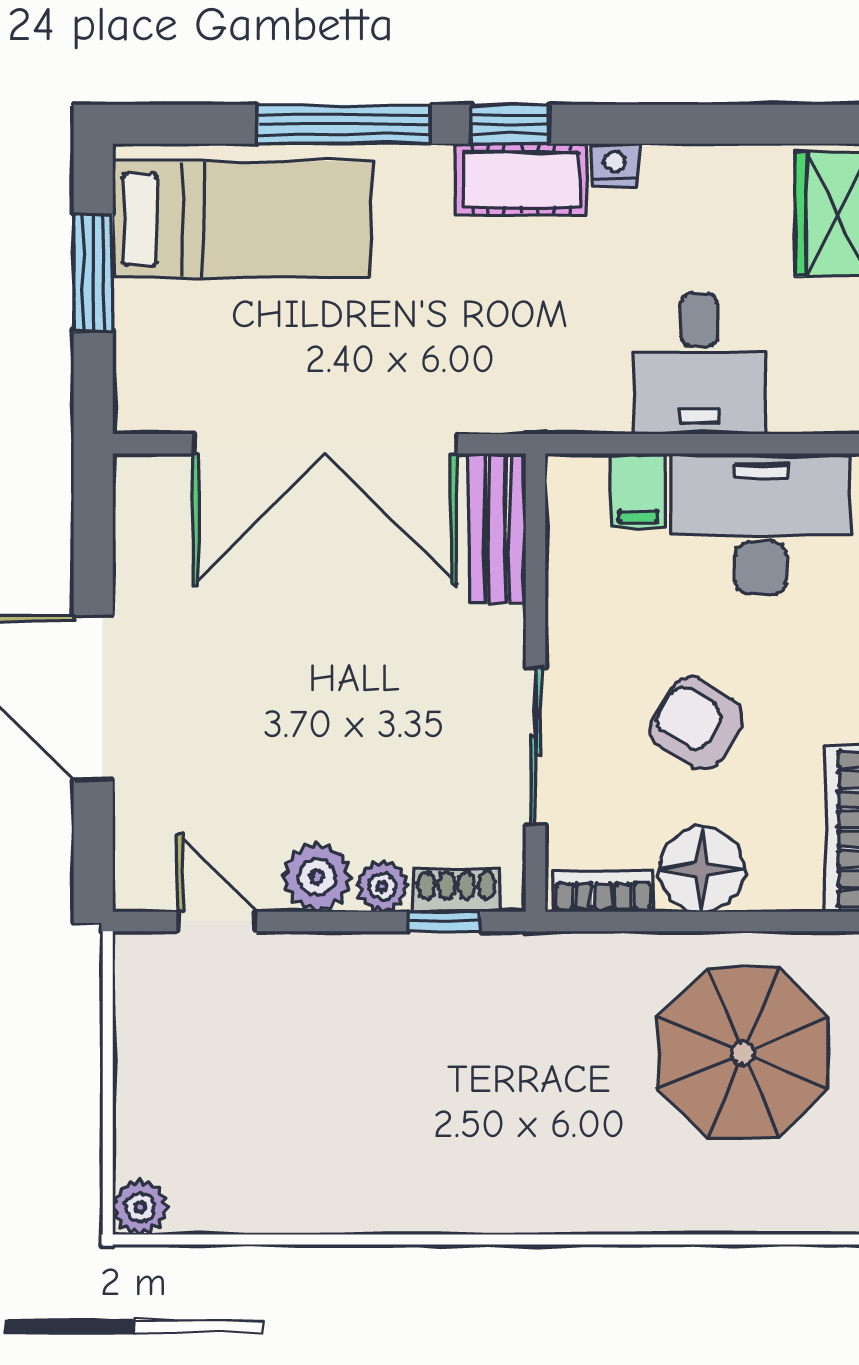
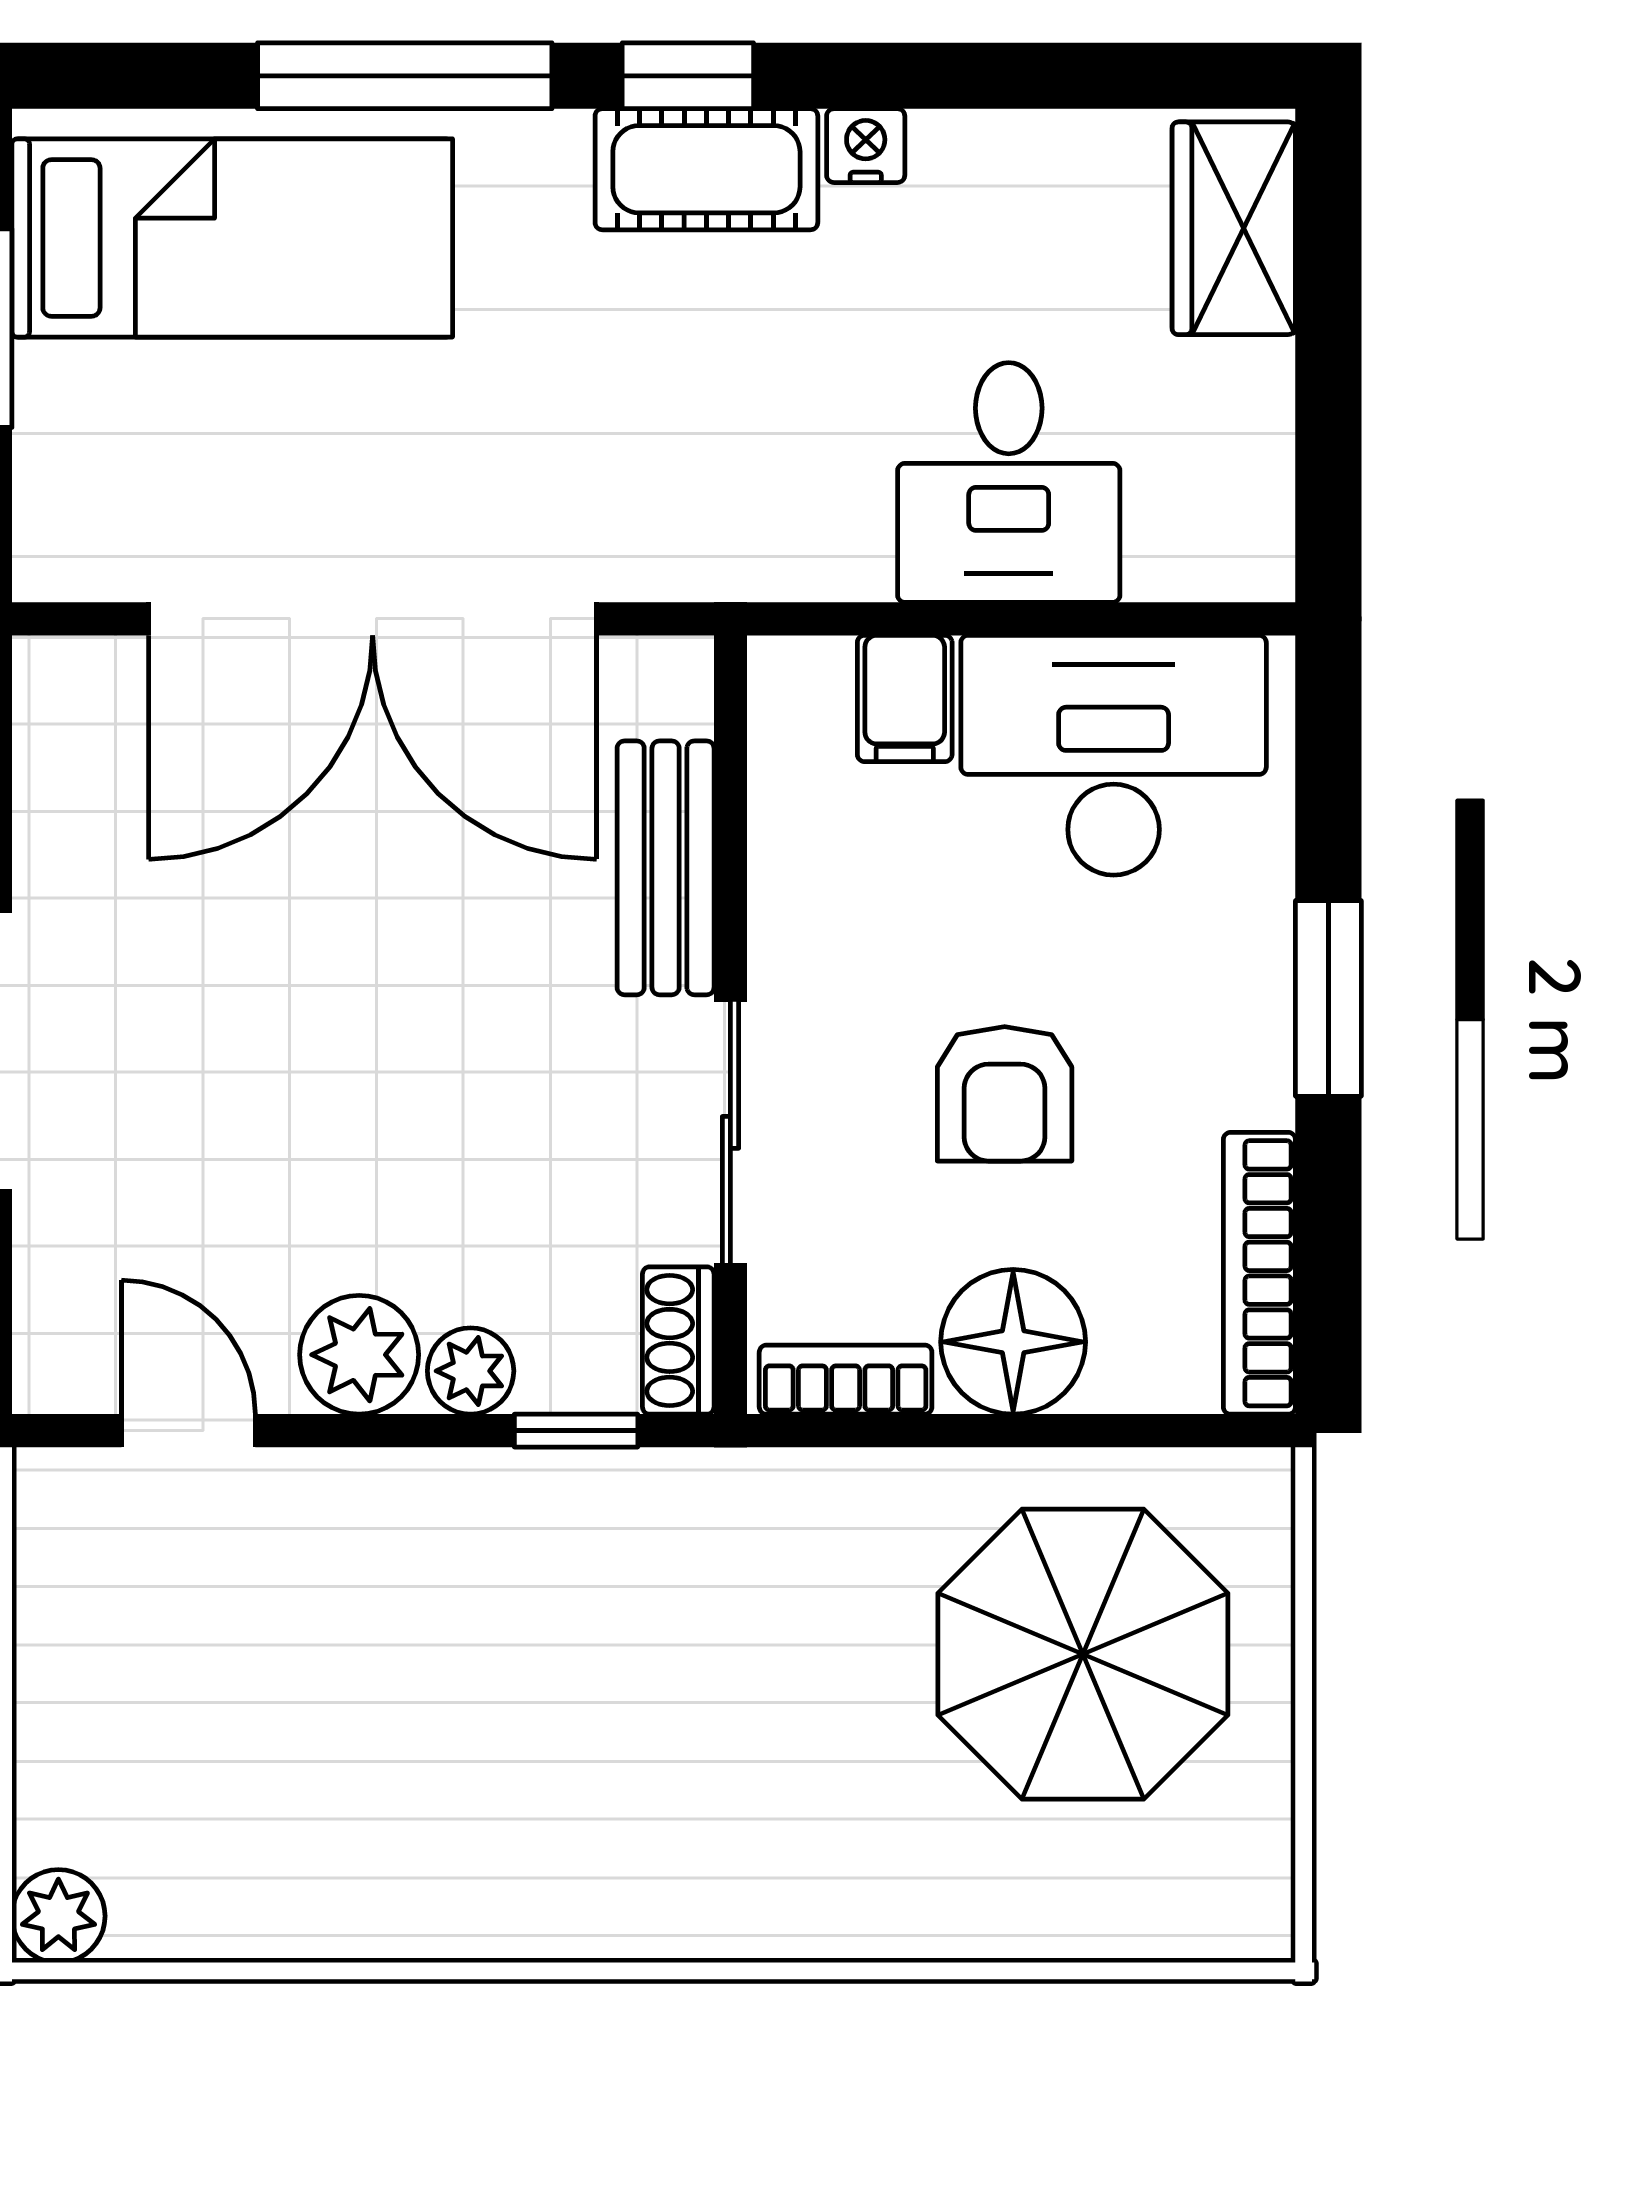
bench: (497, 528) -> (666, 868), moved
armchair: (697, 723) -> (1005, 1094), turned -121
shoe rack: (457, 891) -> (678, 1340), moved, turned -90

